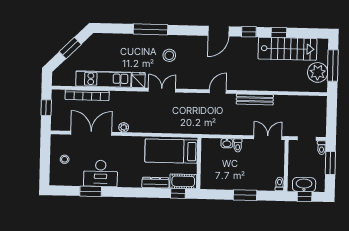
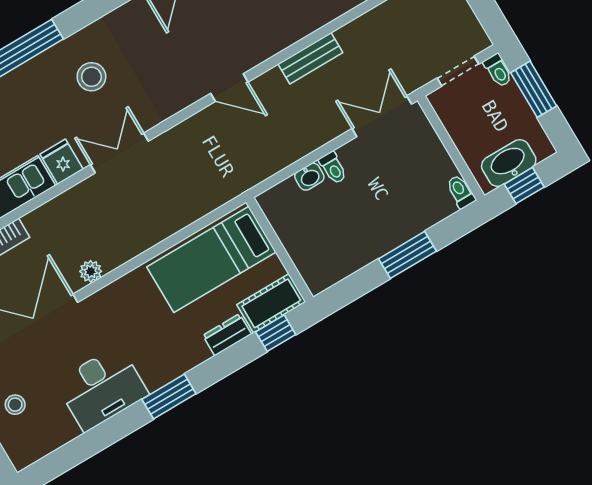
door: (218, 92) -> (229, 88), swing flipped
bench: (255, 99) -> (310, 58), width x0.73
dresser: (155, 183) -> (227, 335), width x0.70
window: (91, 191) -> (169, 397), moved

